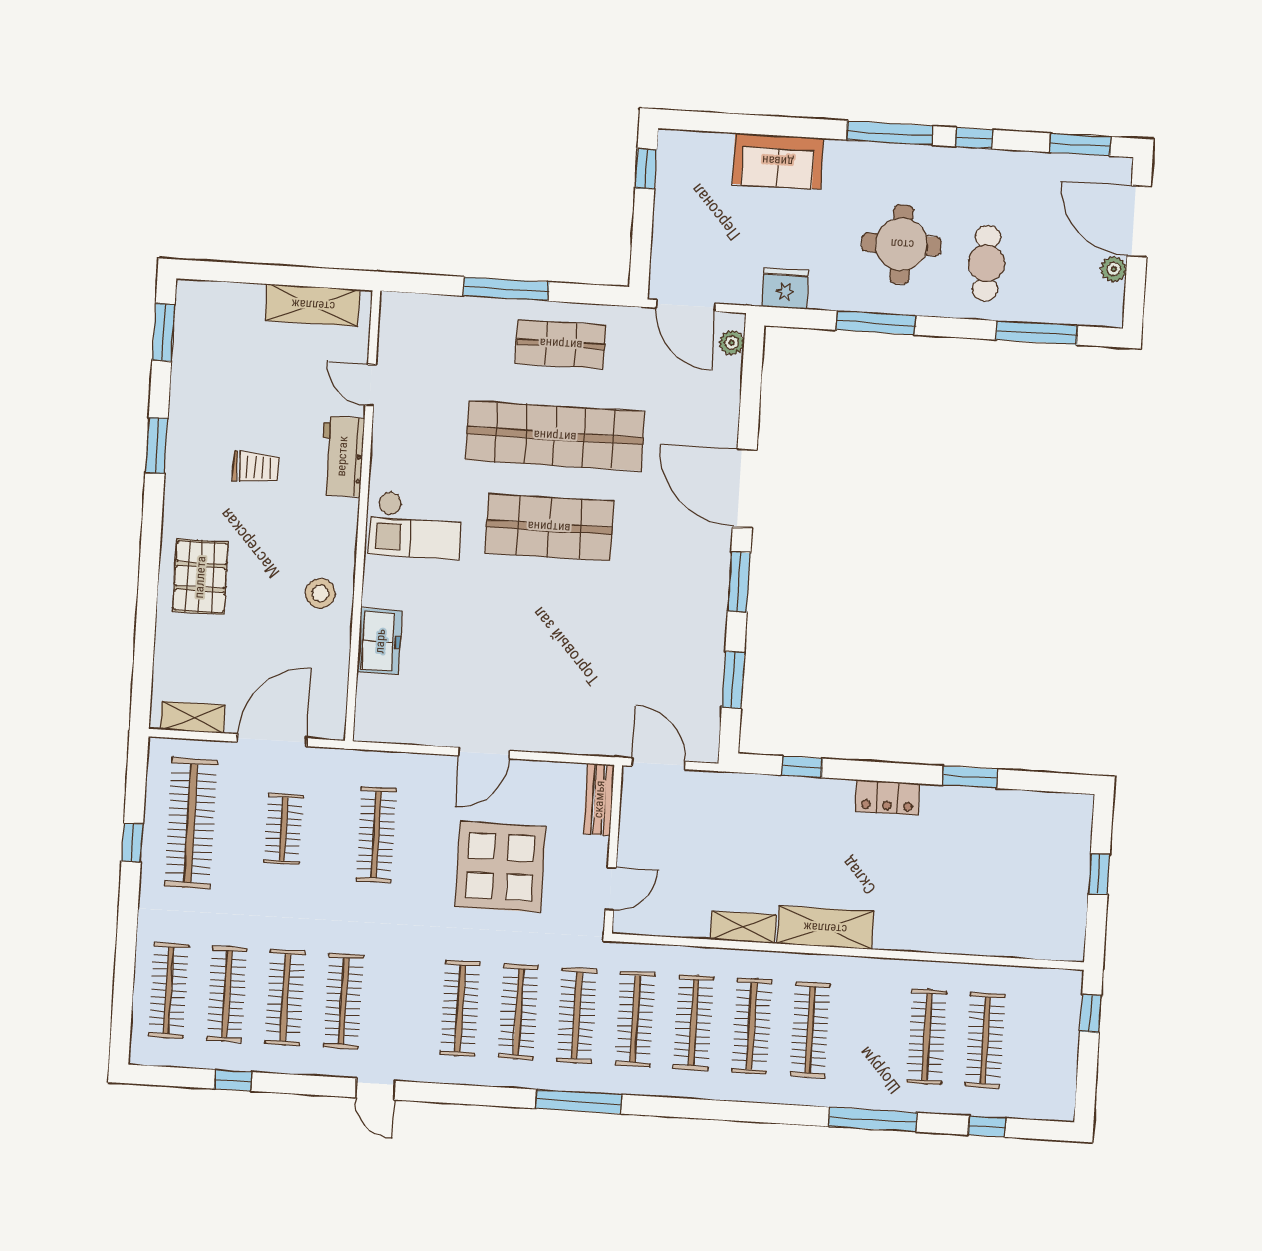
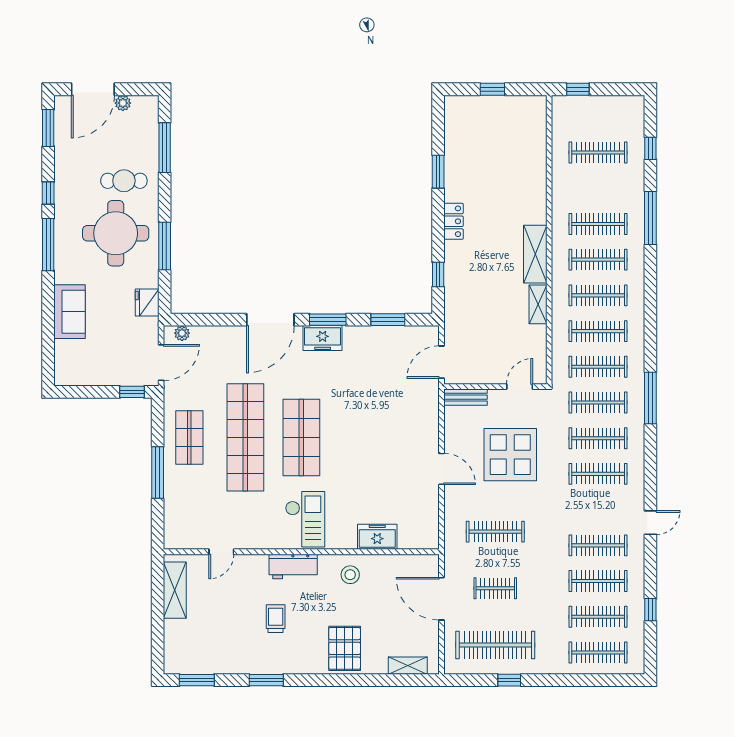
window: (646, 169) -> (132, 392), moved
round table: (902, 244) -> (116, 233), width x1.36, depth x1.36
workbench: (342, 456) -> (293, 566), moved
freezer: (710, 572) -> (323, 338), added
pallet: (200, 577) -> (345, 648), turned 90
shelving: (193, 717) -> (408, 666), moved, turned 90
door: (611, 889) -> (520, 387), hinge flipped
clothes rail: (927, 1037) -> (598, 224), moved

